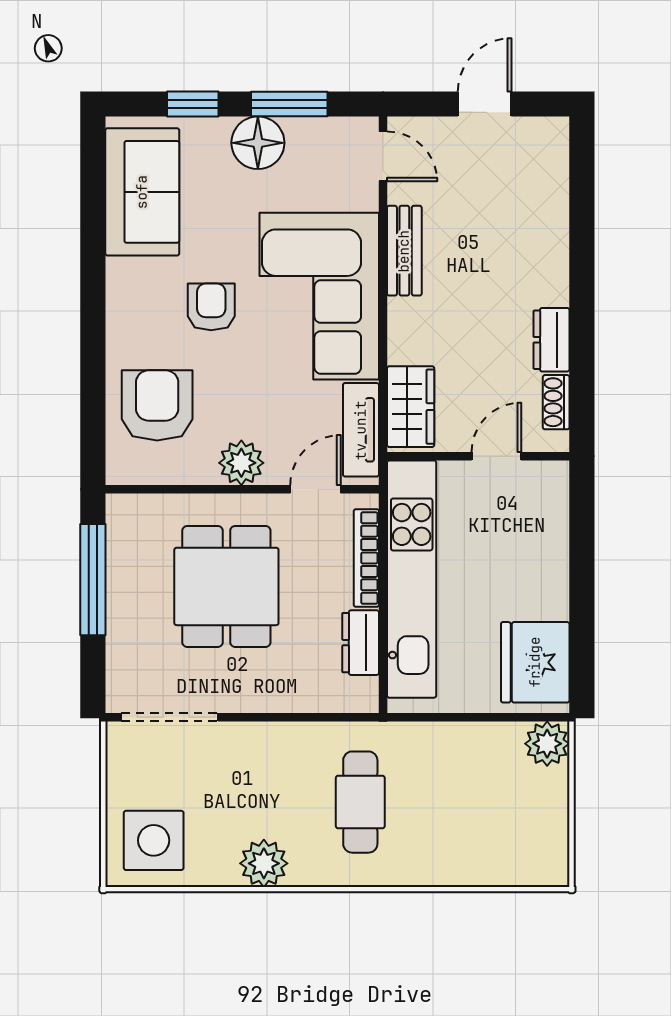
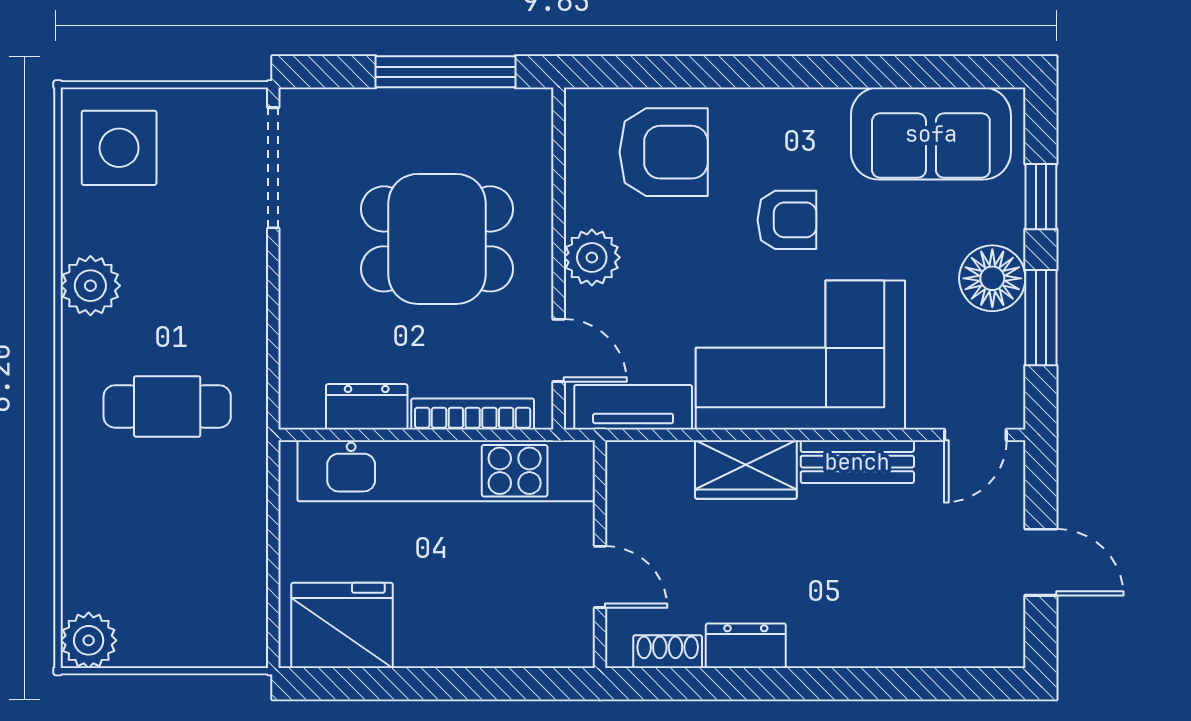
wardrobe: (411, 407) -> (746, 469), moved
plant: (547, 744) -> (89, 640), moved

